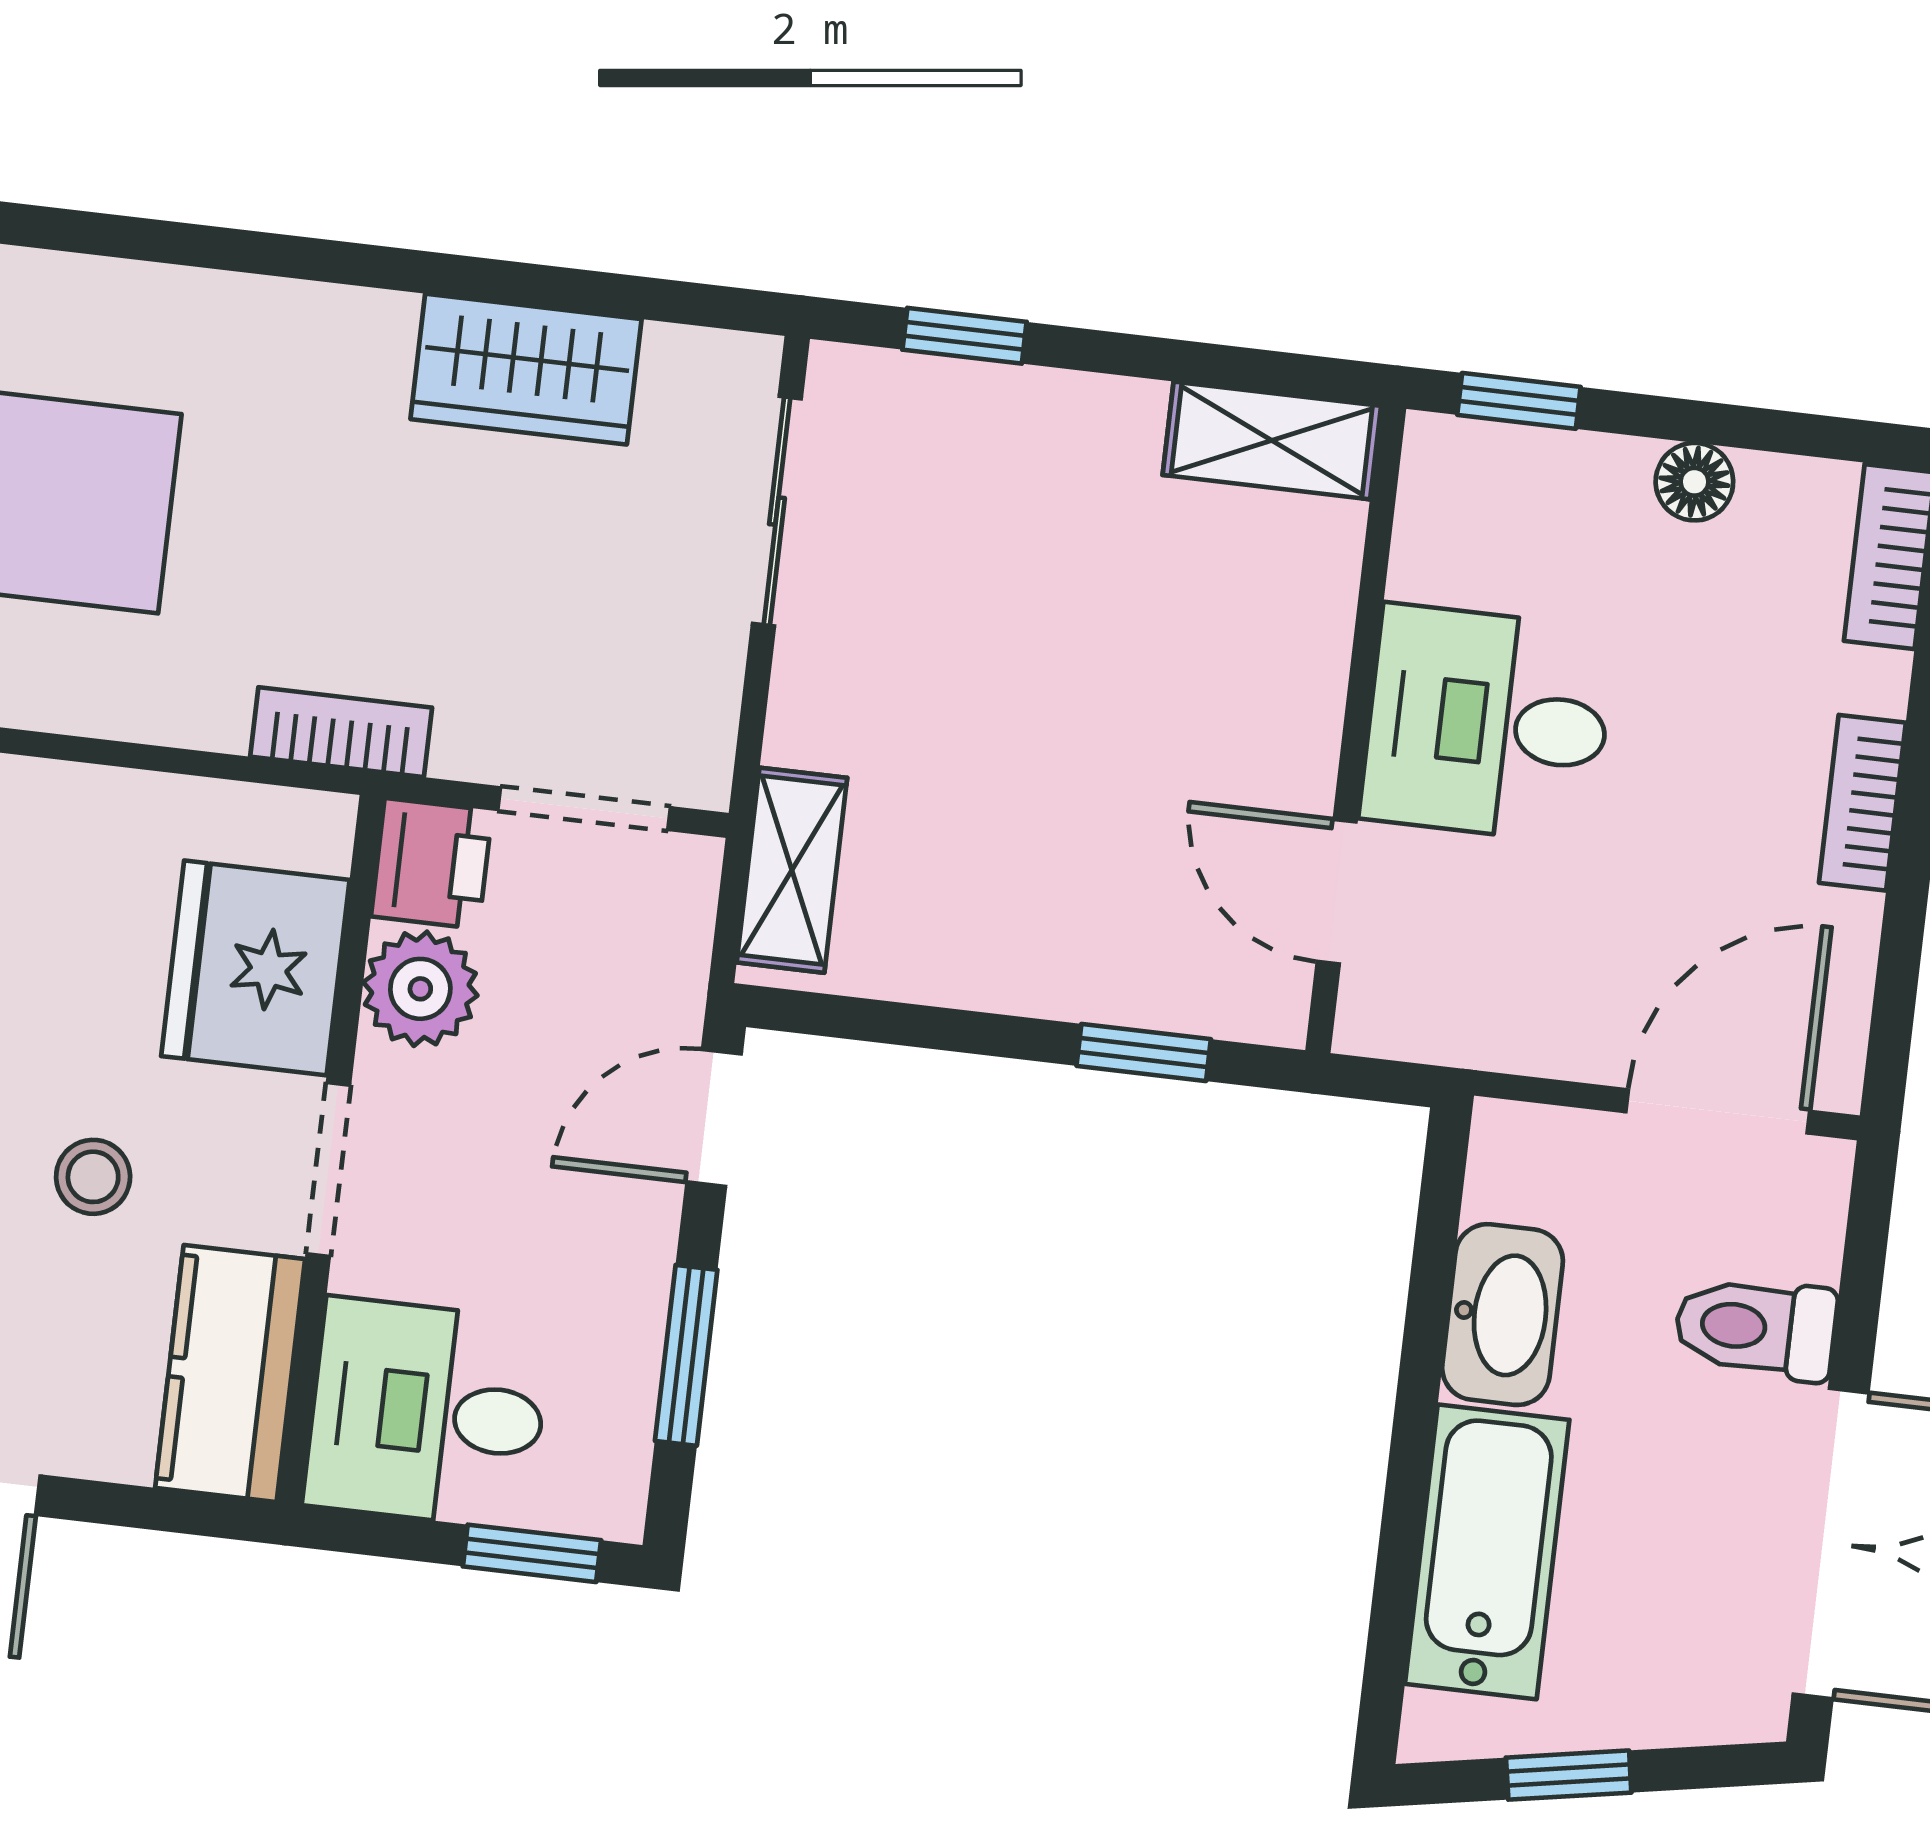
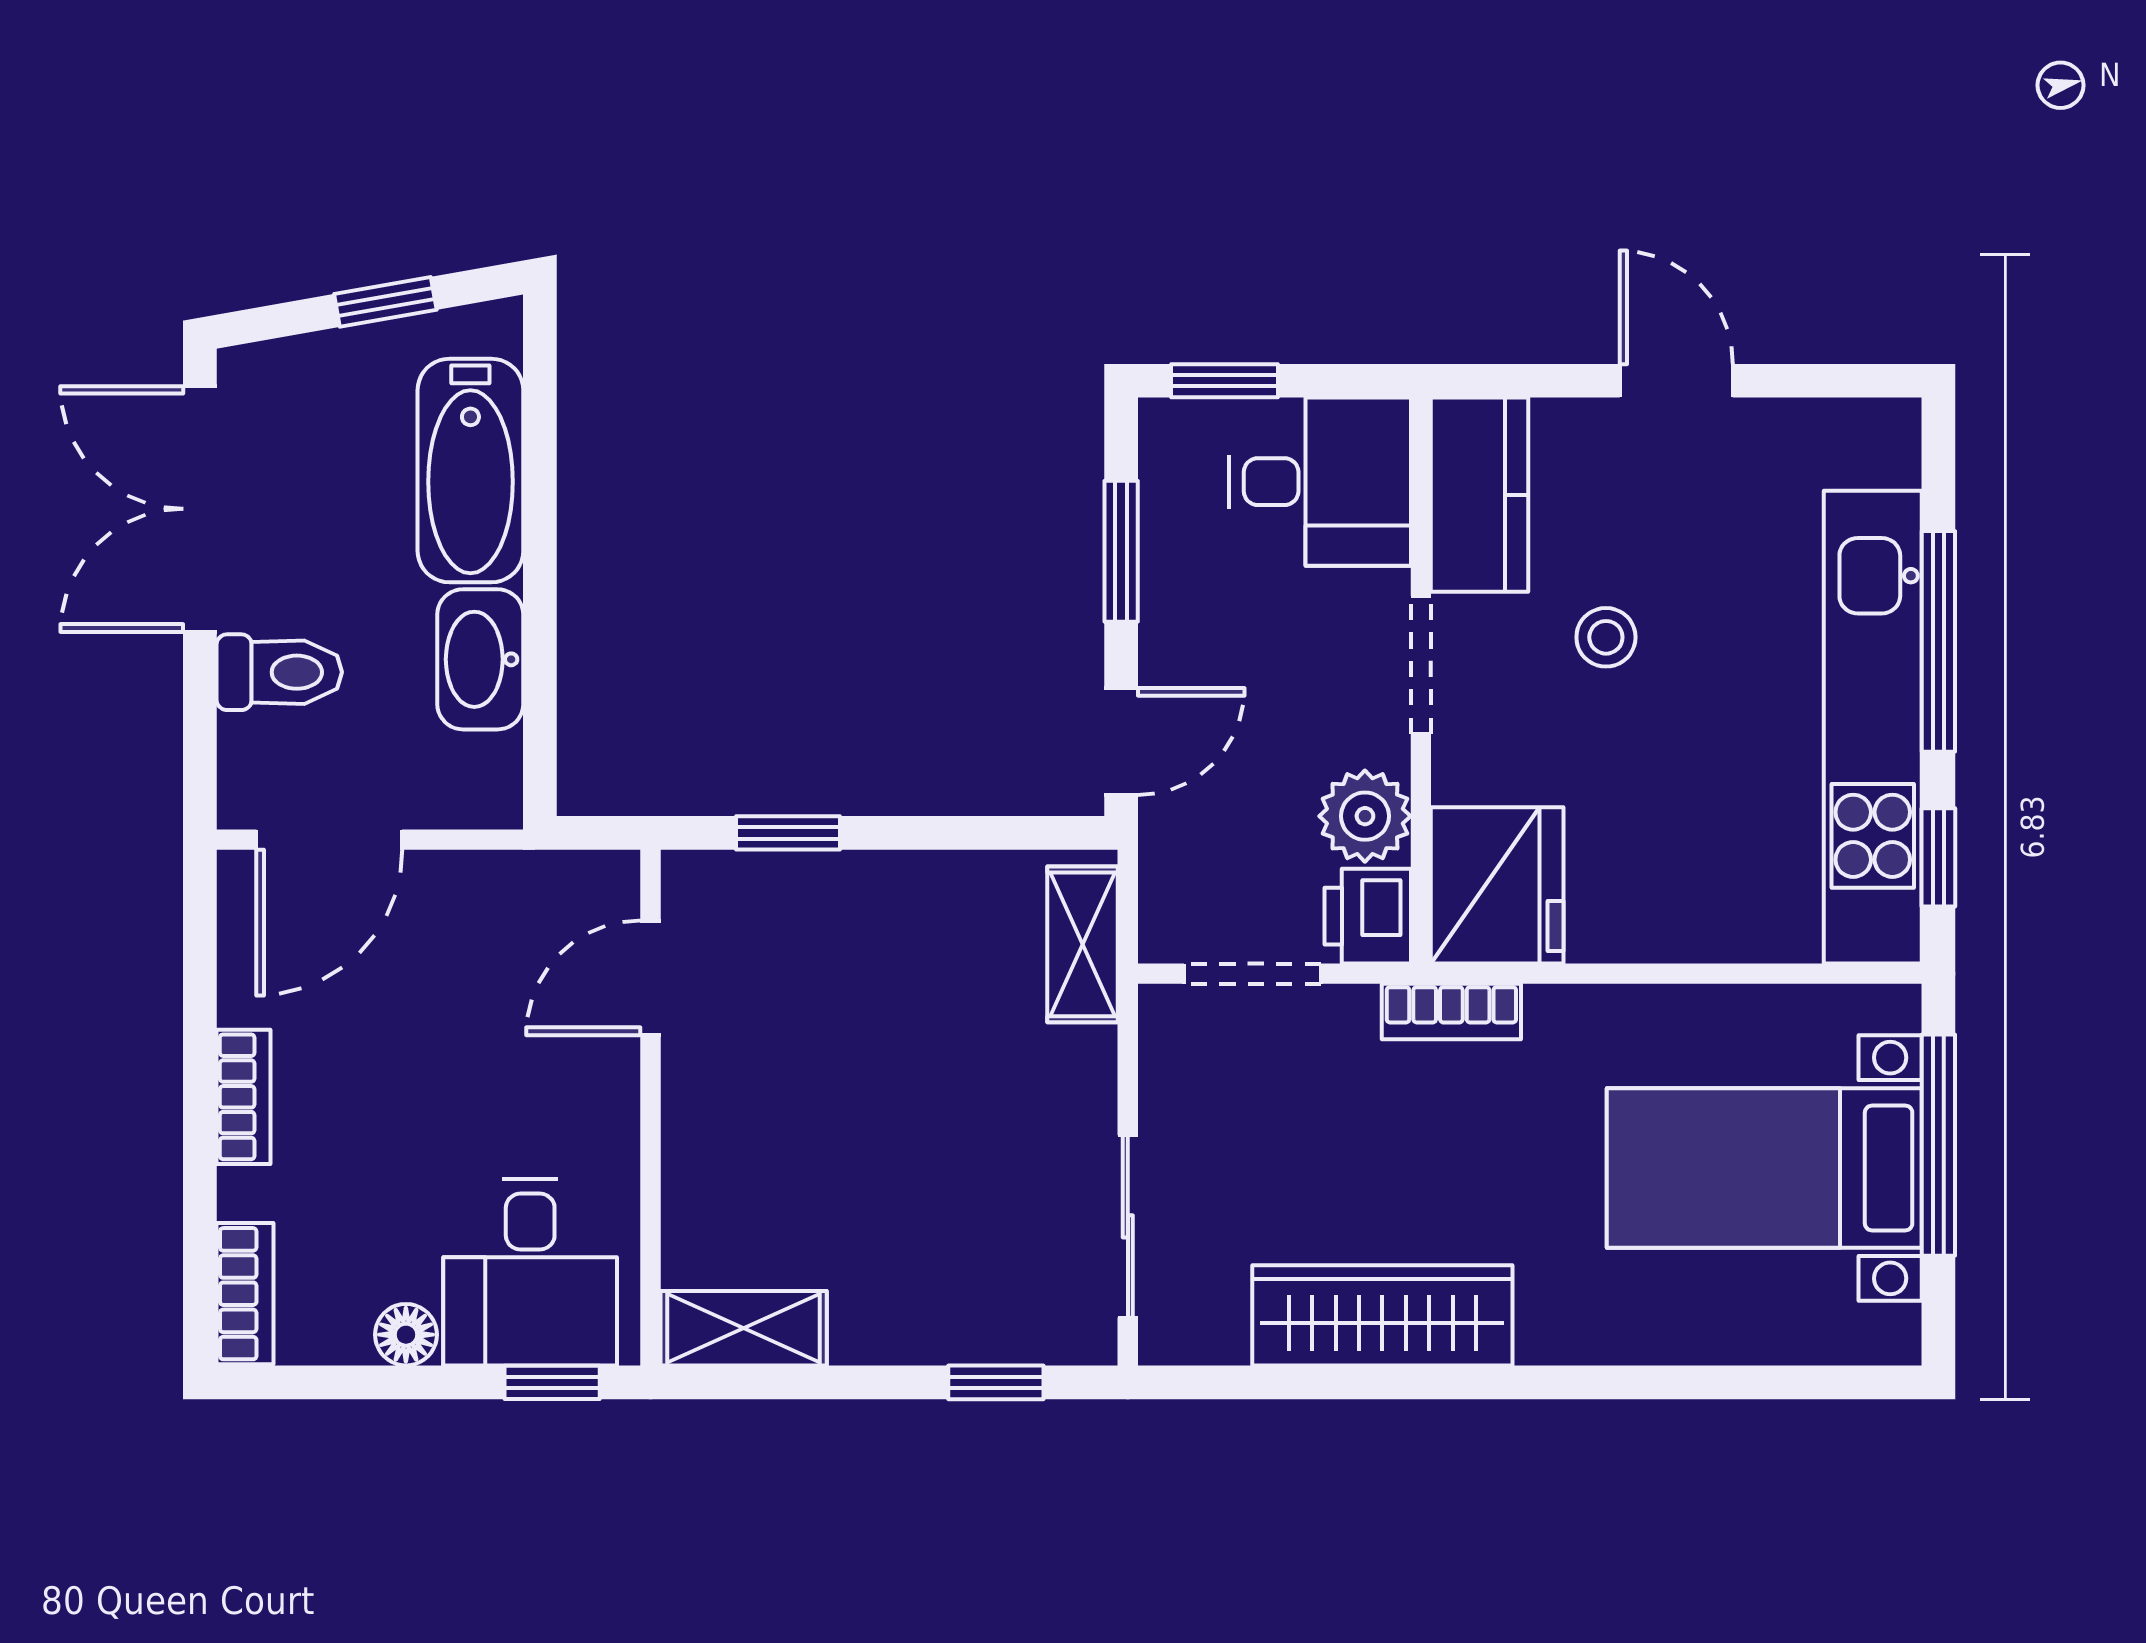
wardrobe: (526, 369) -> (1382, 1315), width x1.50
desk: (1488, 724) -> (530, 1272), moved, turned 90
door: (1337, 892) -> (650, 978), swing flipped
fridge: (255, 968) -> (1497, 885), moved

